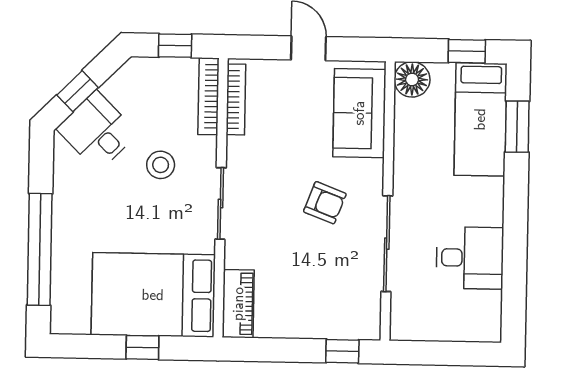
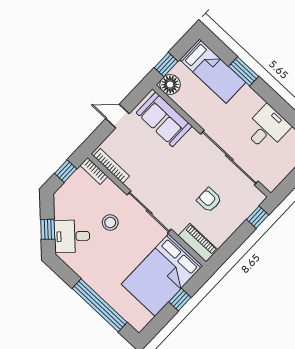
window: (467, 51) -> (166, 64), moved
bookcase: (208, 96) -> (94, 171), width x0.64
window: (517, 127) -> (244, 71), moved
sliding door: (221, 203) -> (149, 212), width x1.37
armchair: (325, 203) -> (209, 200), moved, turned -111
sliding door: (387, 244) -> (229, 158), width x1.36

